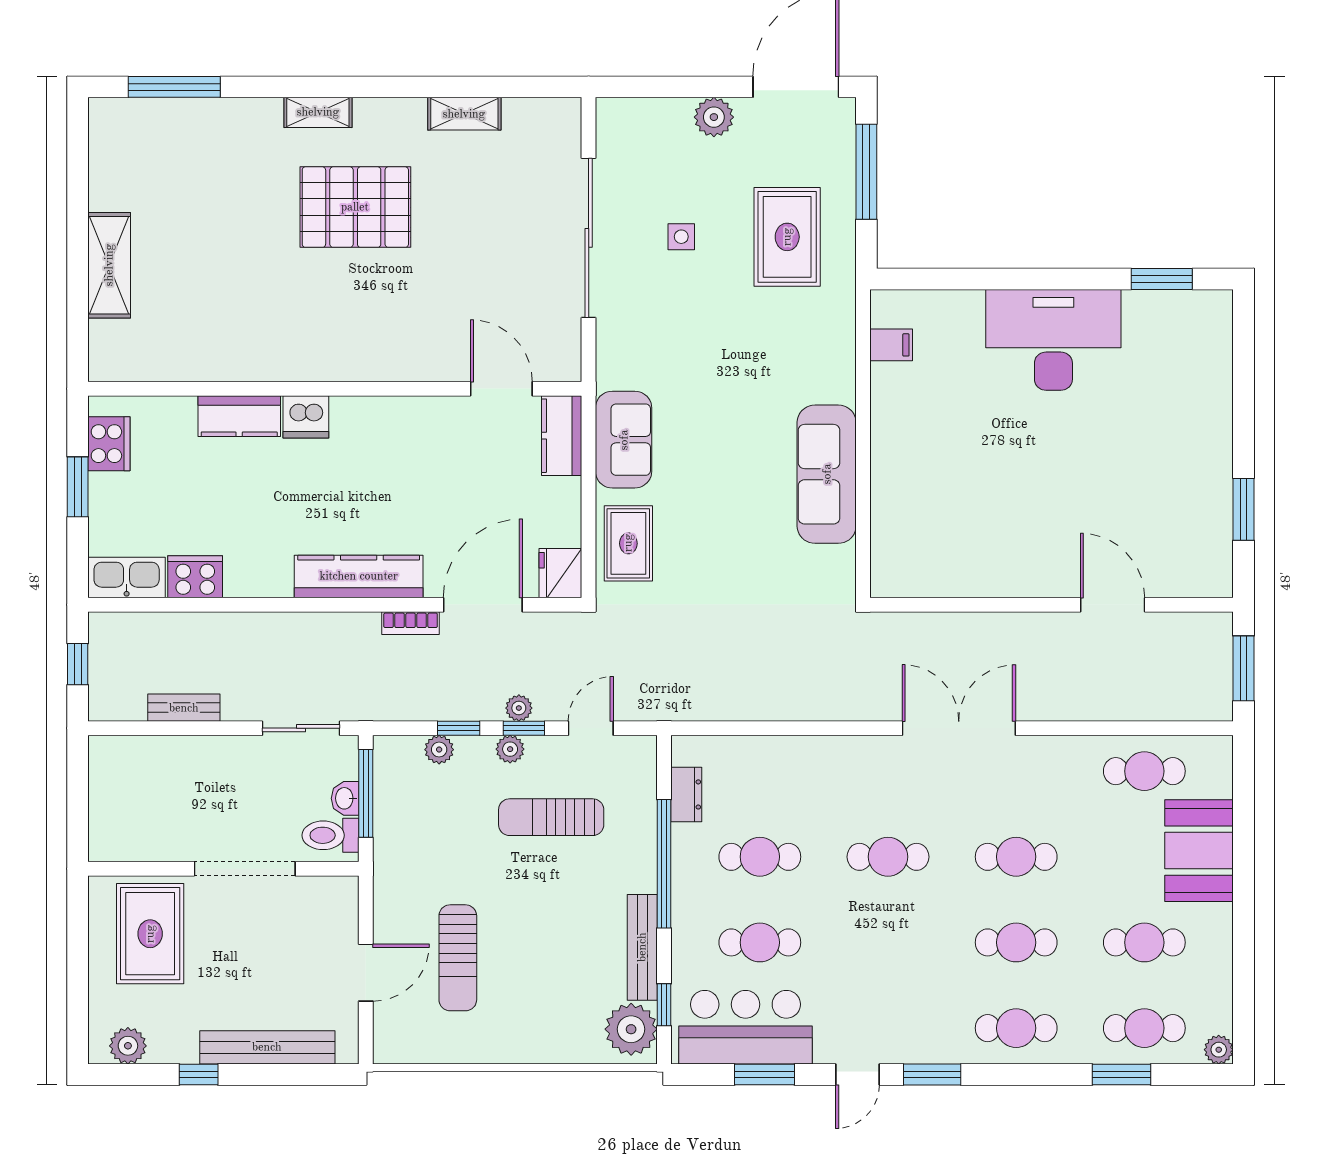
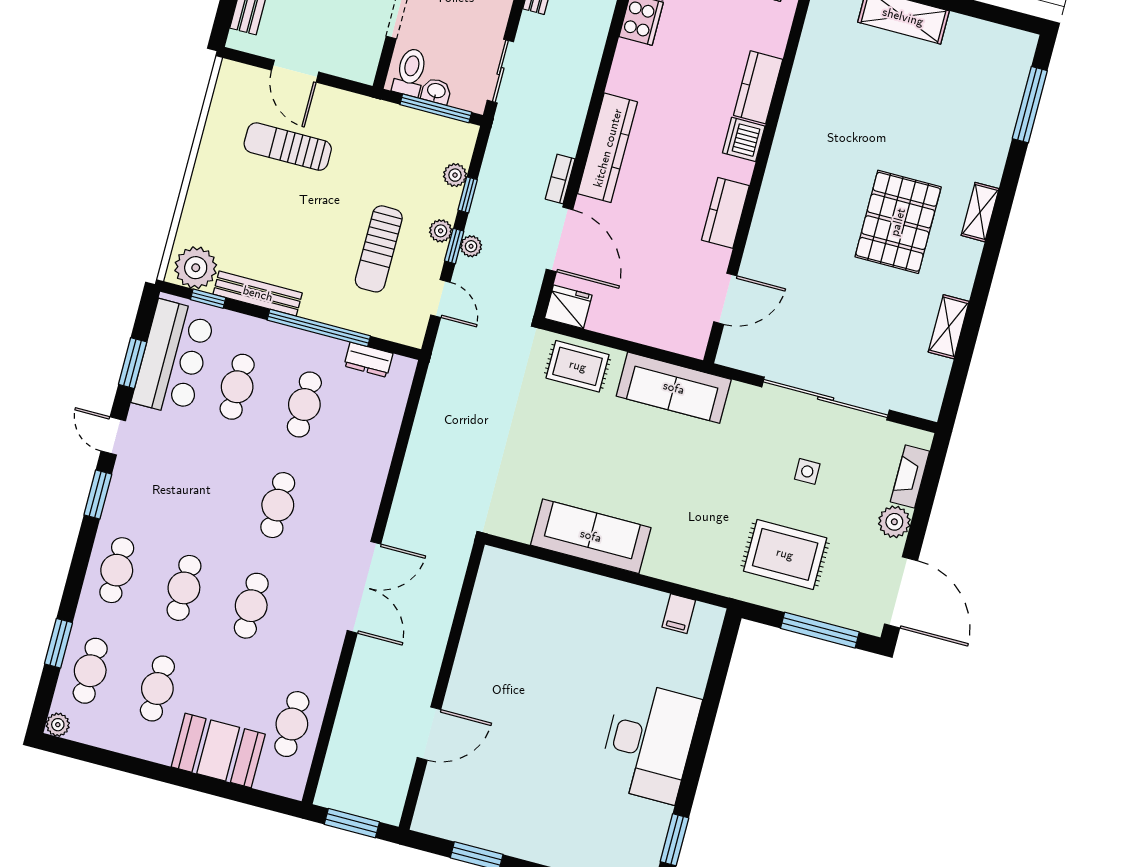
fireplace: (655, 113) -> (910, 476), added
kitchen counter: (562, 436) -> (725, 213), moved, turned -90
sofa: (624, 440) -> (674, 388), width x1.36
sun lounger: (551, 817) -> (379, 249), turned 180

